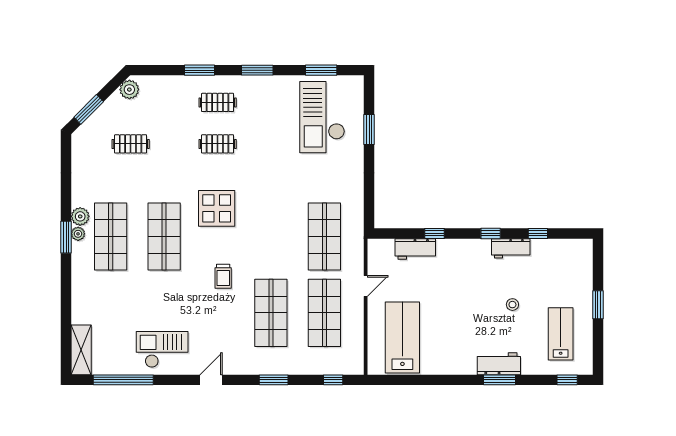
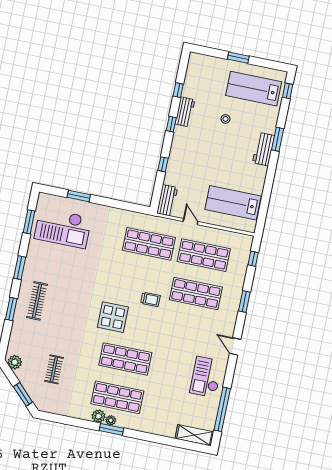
clothes rail: (218, 102) -> (37, 301), width x1.36
clothes rail: (218, 144) -> (67, 307), removed
workbench: (415, 249) -> (167, 200), moved
trolley: (223, 276) -> (150, 299), moved
lab bench: (561, 334) -> (254, 89), width x1.36, depth x1.39
workbench: (499, 364) -> (264, 149), moved

